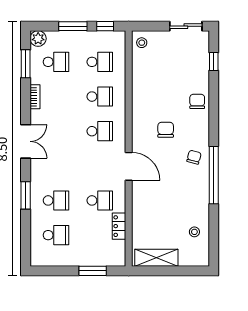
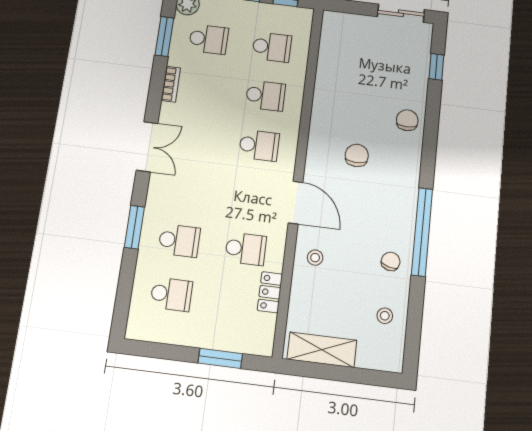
stool: (142, 43) -> (315, 258), moved
chair: (194, 157) -> (391, 261), moved

